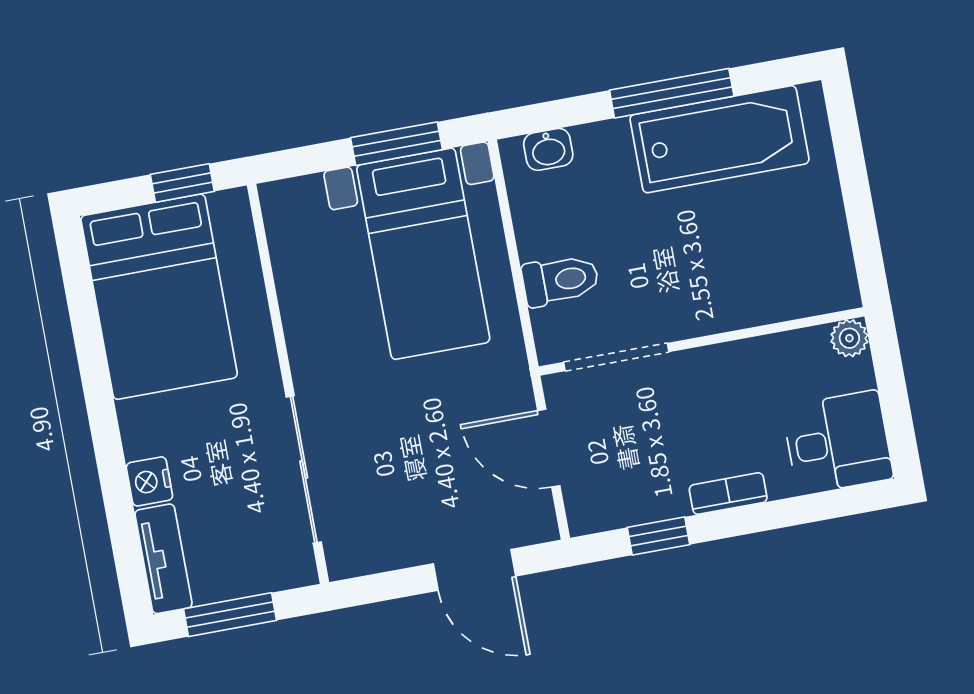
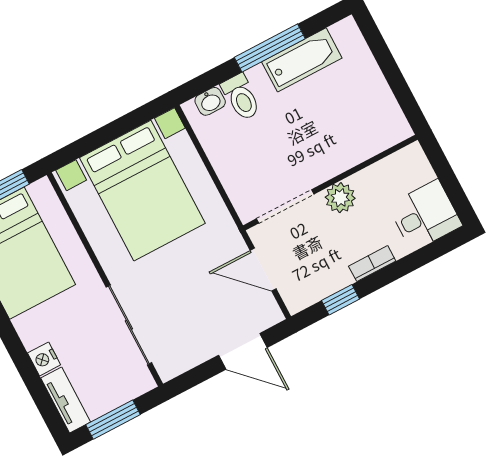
bathtub: (719, 139) -> (302, 60), width x0.73, depth x0.73
window: (396, 144) -> (124, 125), removed
bed with nightstands: (423, 254) -> (142, 191), width x1.36
toilet: (560, 280) -> (241, 97), moved, turned 90
plant: (849, 338) -> (340, 198), moved, width x1.38, depth x1.38

